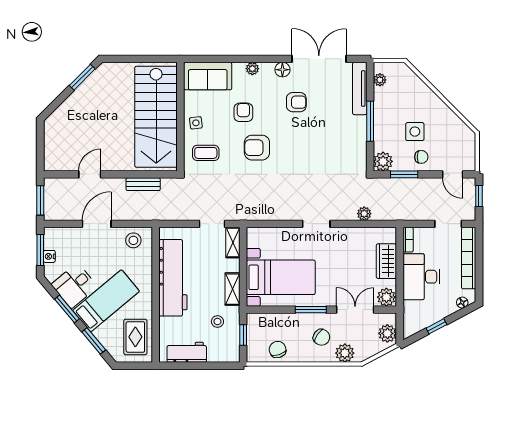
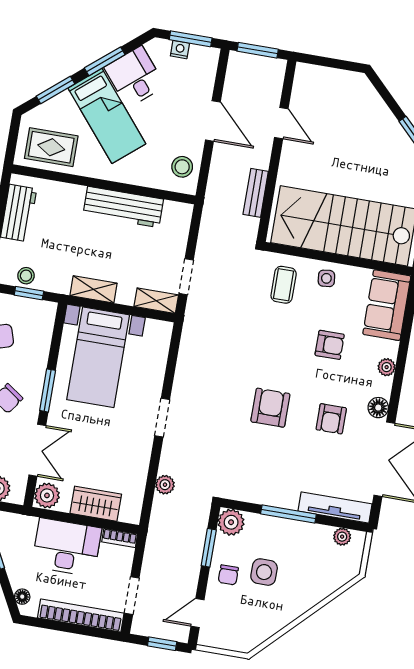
armchair: (257, 148) -> (270, 408), moved
workbench: (173, 278) -> (123, 207), width x0.73, depth x0.76
stool: (217, 322) -> (26, 276), moved

